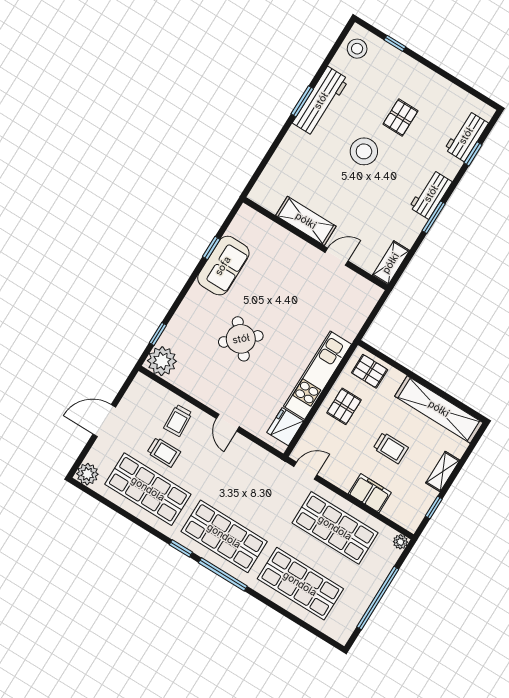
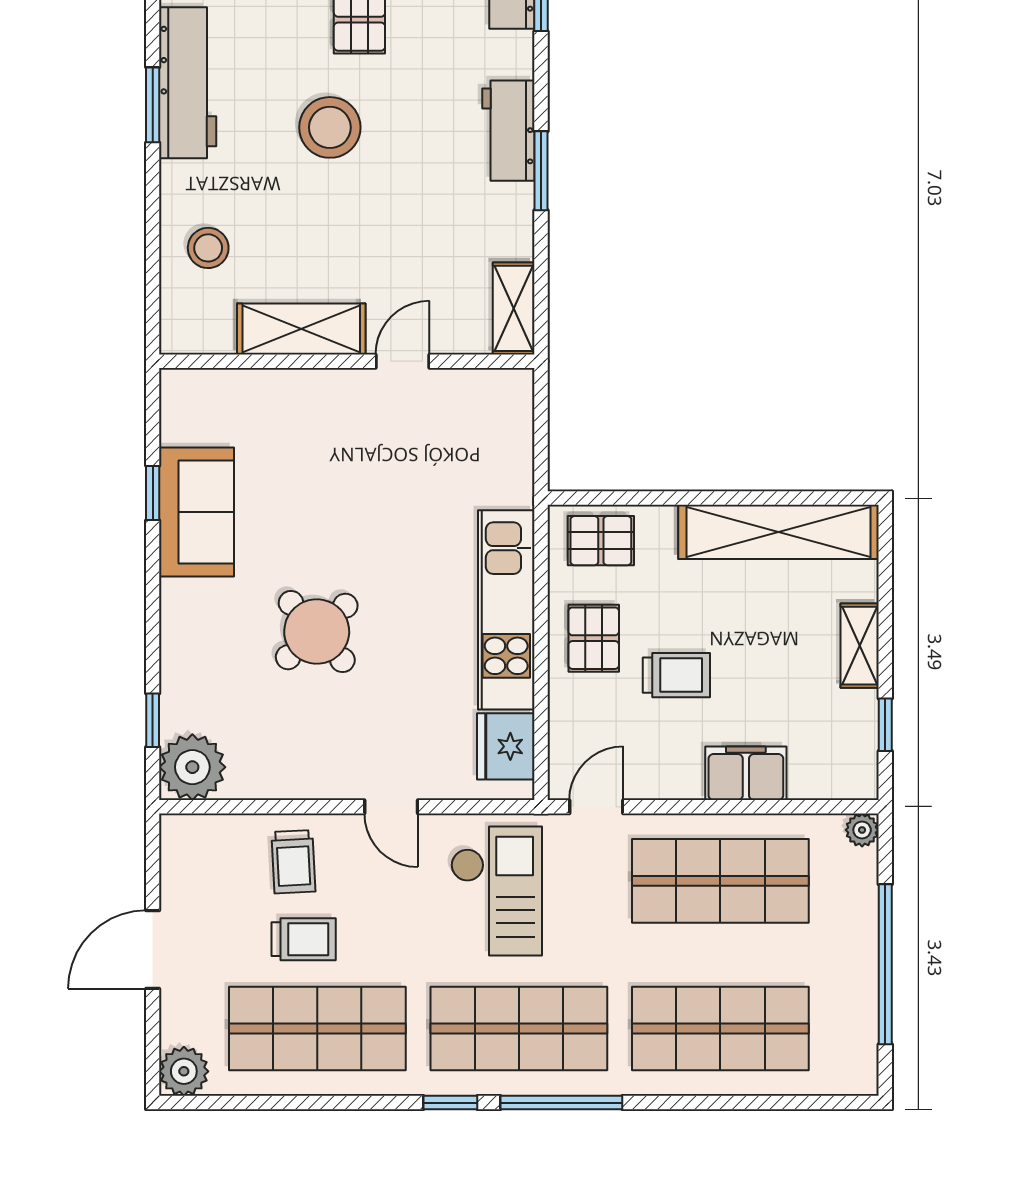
stool: (290, 168) -> (208, 248), added
trolley: (391, 448) -> (676, 675), moved
checkout: (248, 479) -> (496, 891), added

